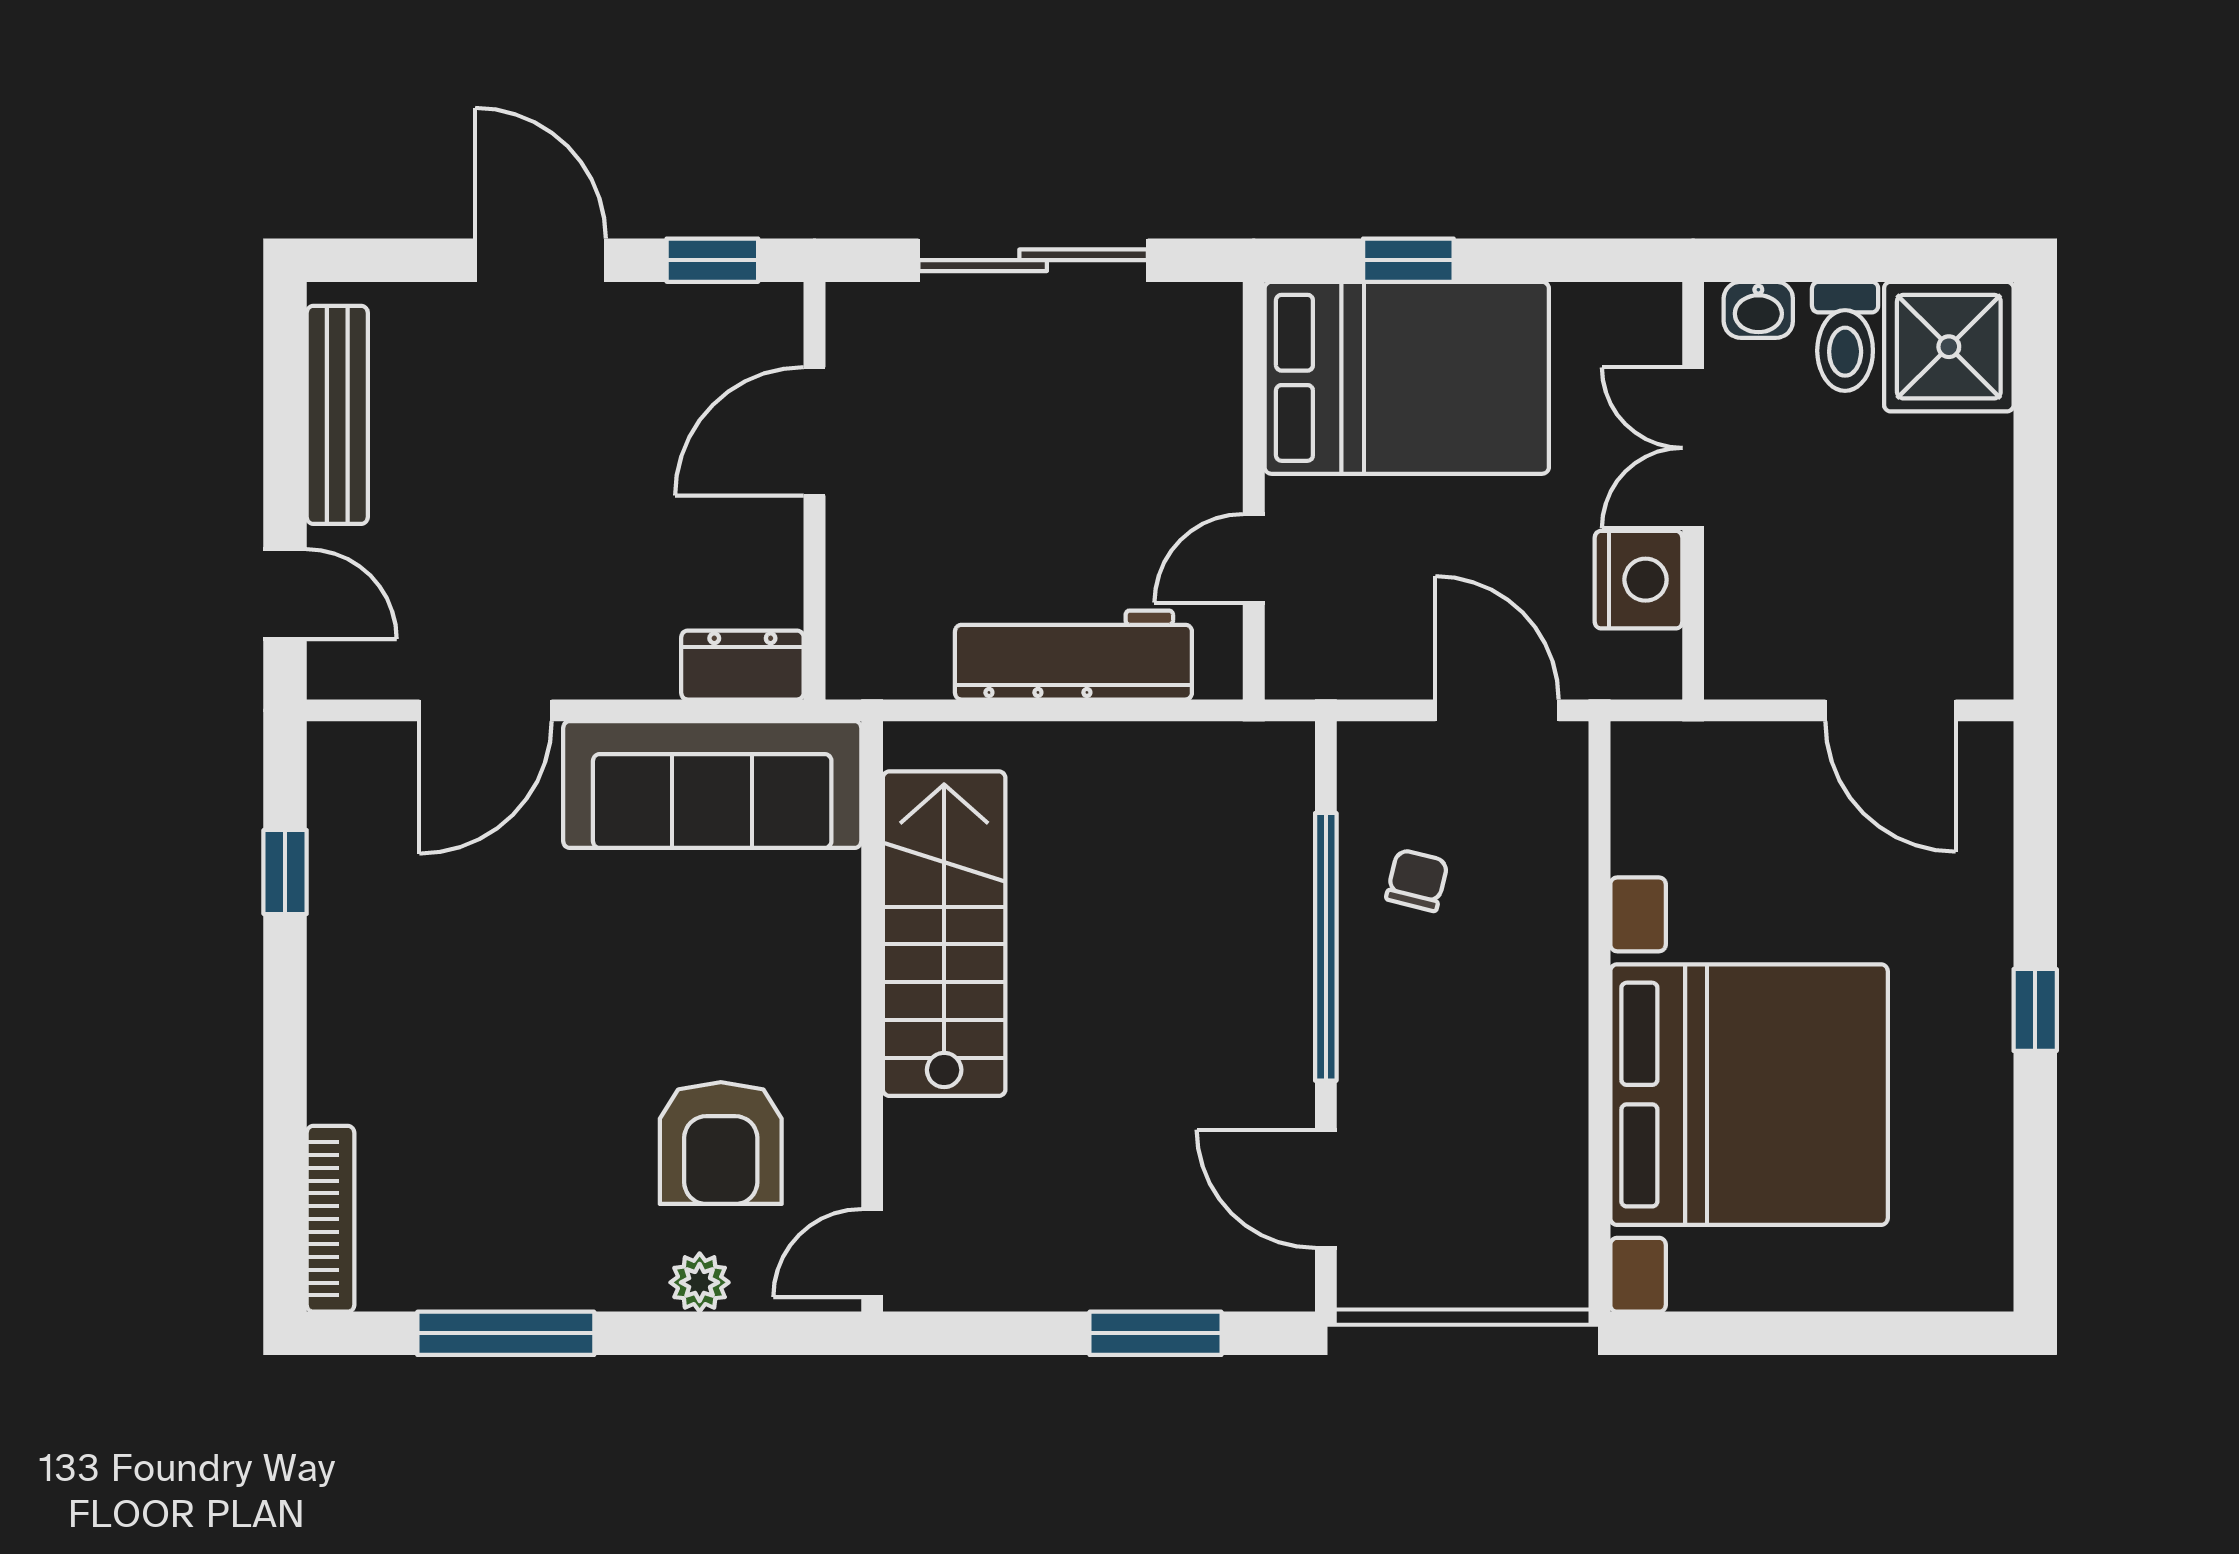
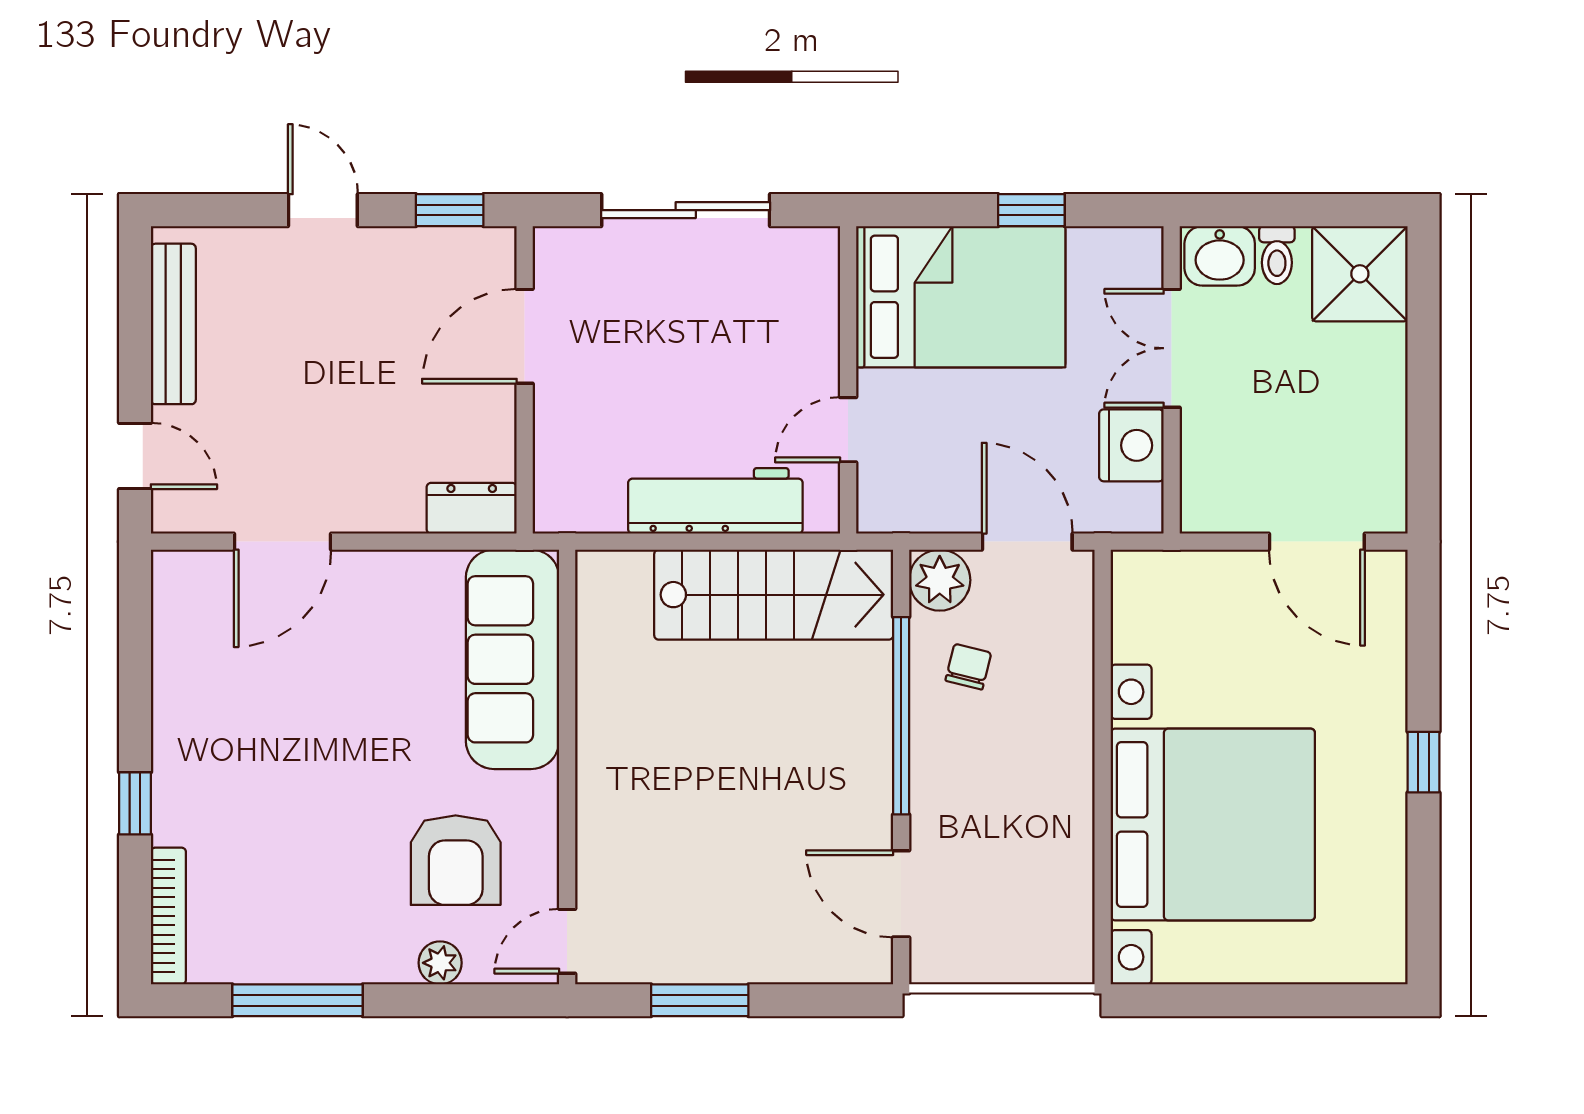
door: (540, 260) -> (323, 210), width x0.73
window: (1408, 260) -> (1031, 210), moved
washbasin: (1758, 310) -> (1220, 256), width x1.38, depth x1.45
toilet: (1845, 336) -> (1277, 255), width x0.73, depth x0.72
plant: (1378, 763) -> (940, 580), added
sofa: (712, 785) -> (513, 659), moved, turned 90
window: (285, 872) -> (135, 803), moved
stairs: (944, 934) -> (774, 595), moved, turned 90
window: (1155, 1333) -> (700, 1000), moved

